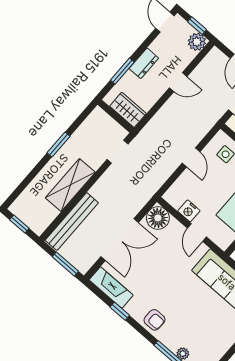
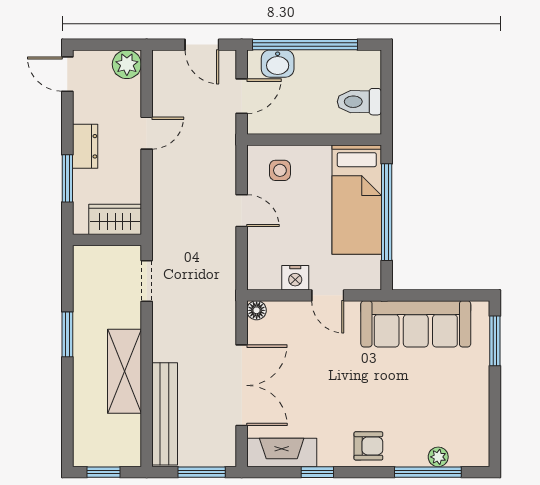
window: (197, 26) -> (110, 45), removed
floor lamp: (158, 218) -> (257, 310), width x0.53, depth x0.53

